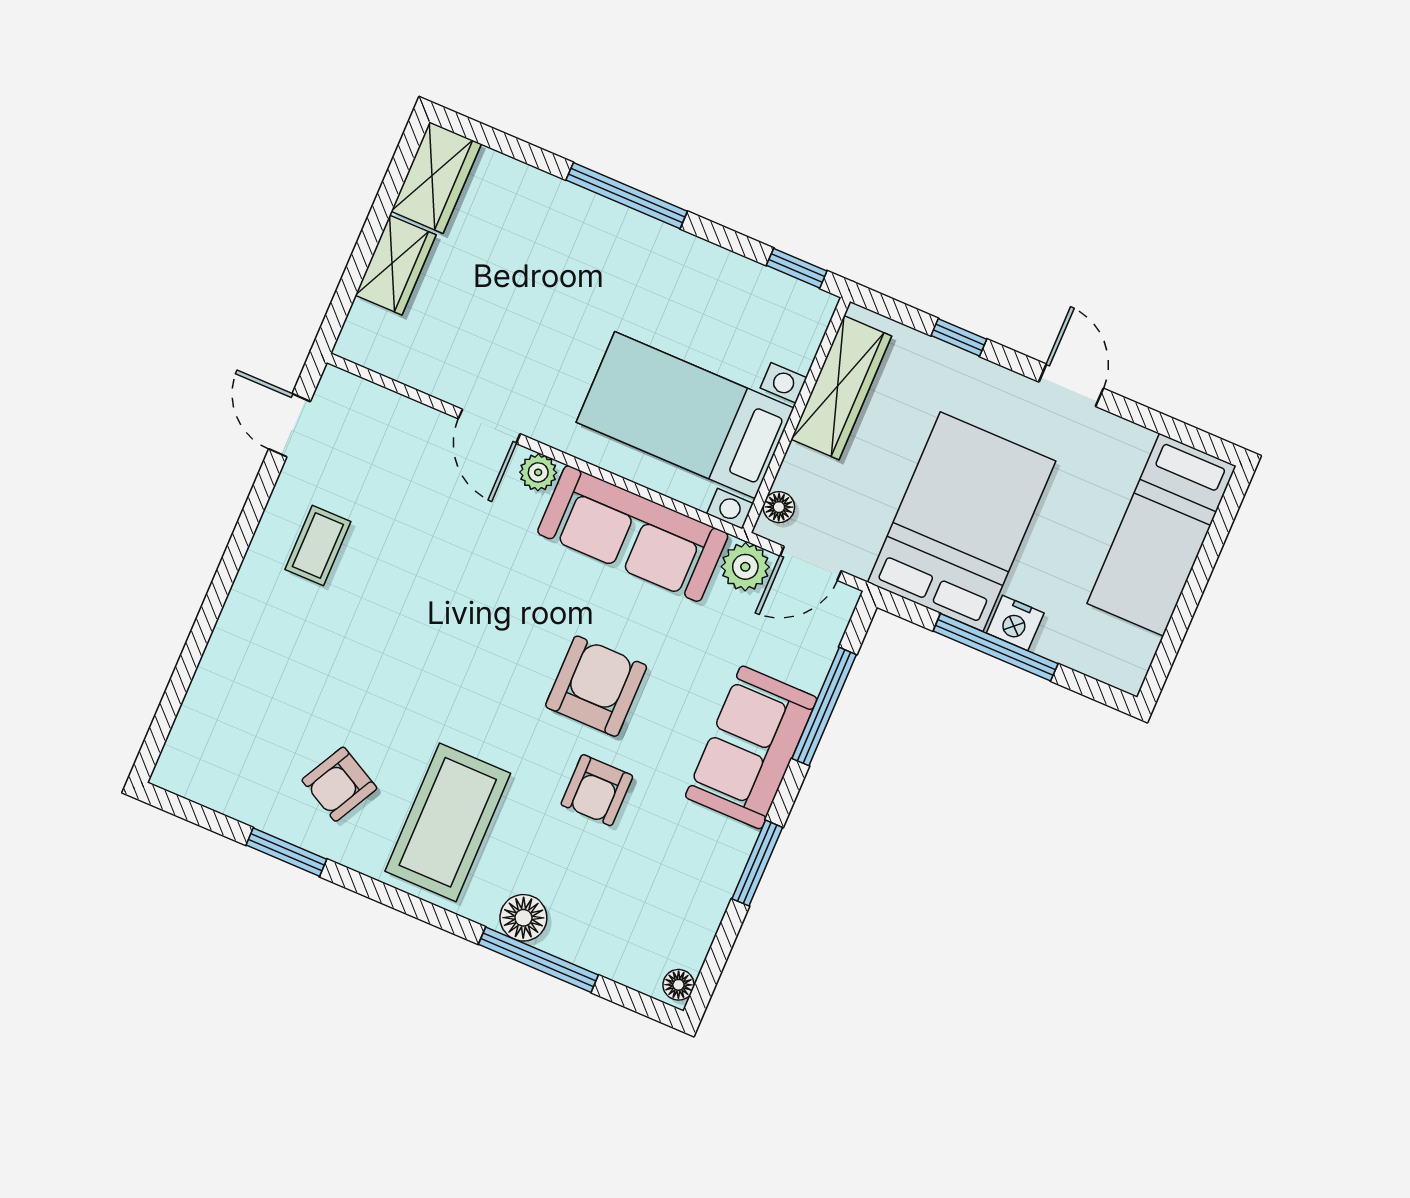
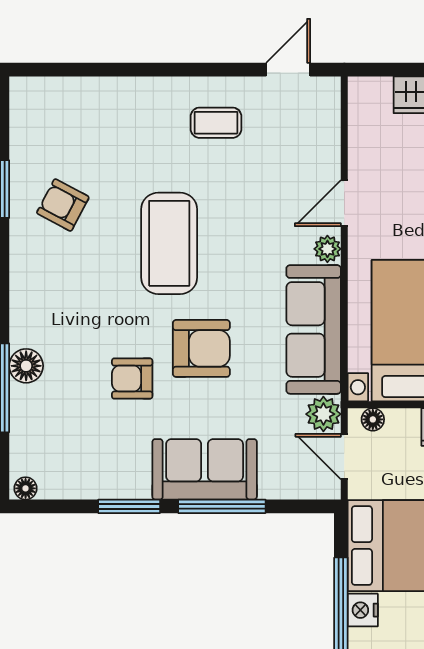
window: (824, 707) -> (222, 506), moved
coffee table: (448, 822) -> (169, 243), moved, turned 90

